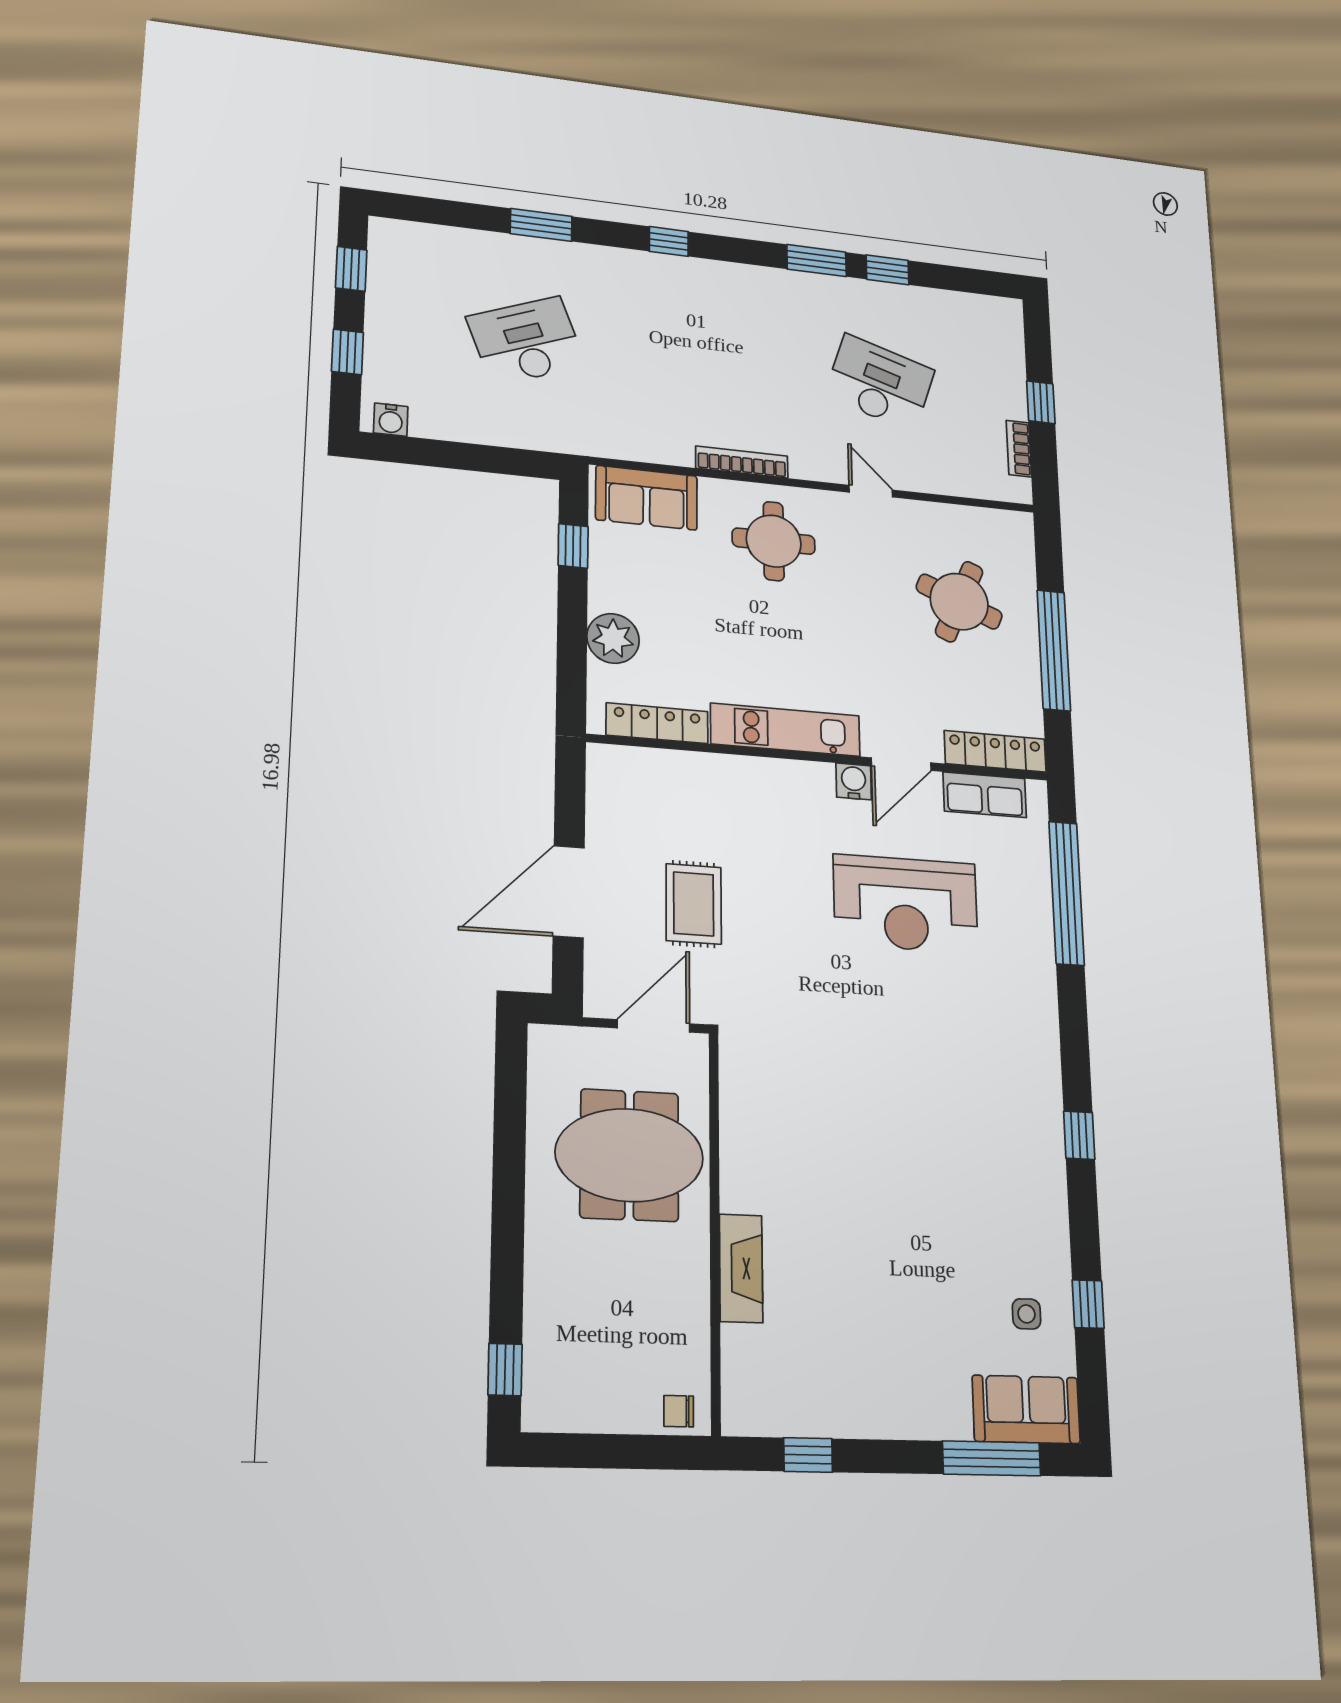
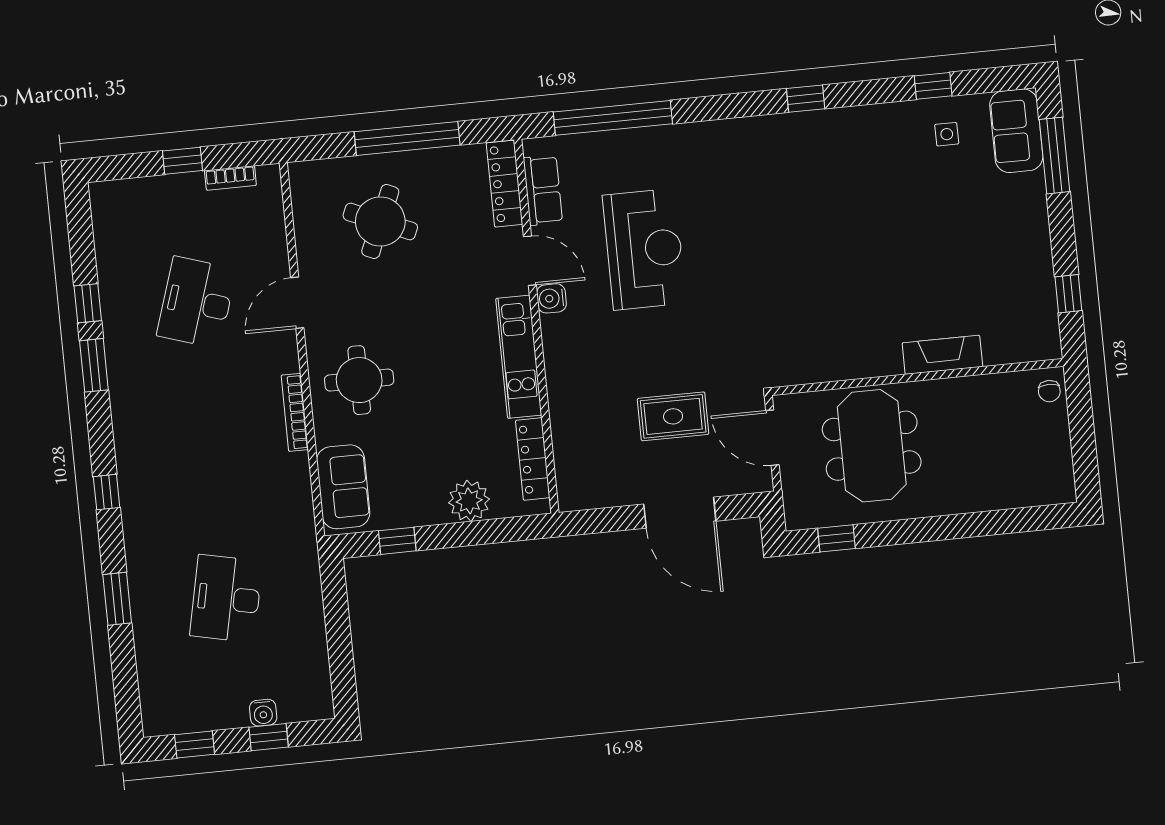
desk: (526, 341) -> (226, 598), turned 33
water cooler: (391, 420) -> (263, 713), moved, turned 90
door: (871, 491) -> (297, 303), width x1.38
window: (505, 1370) -> (836, 538), moved

